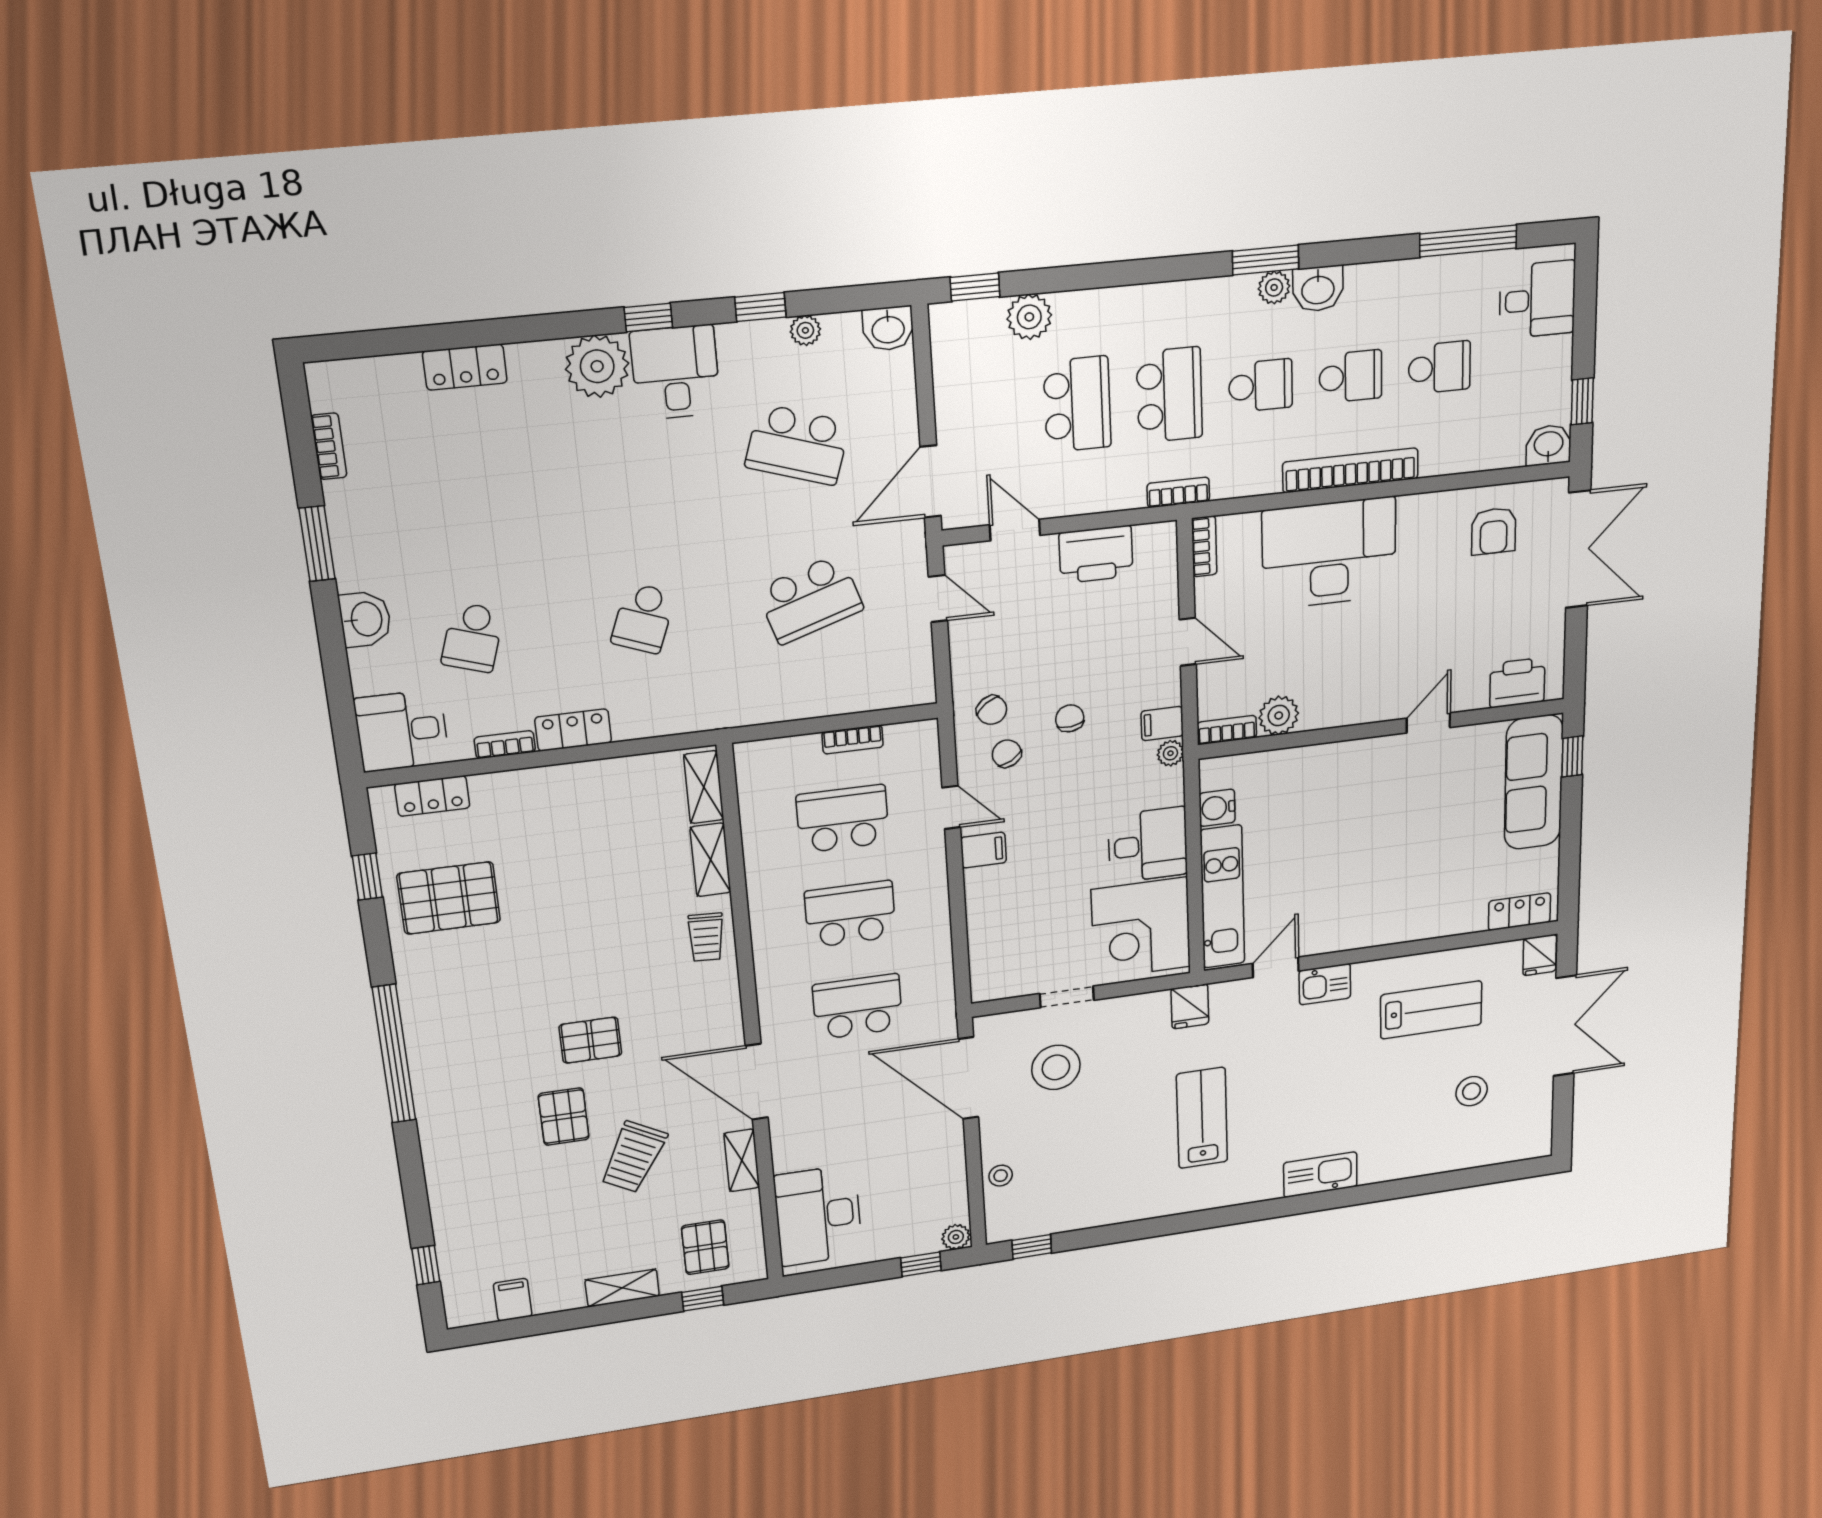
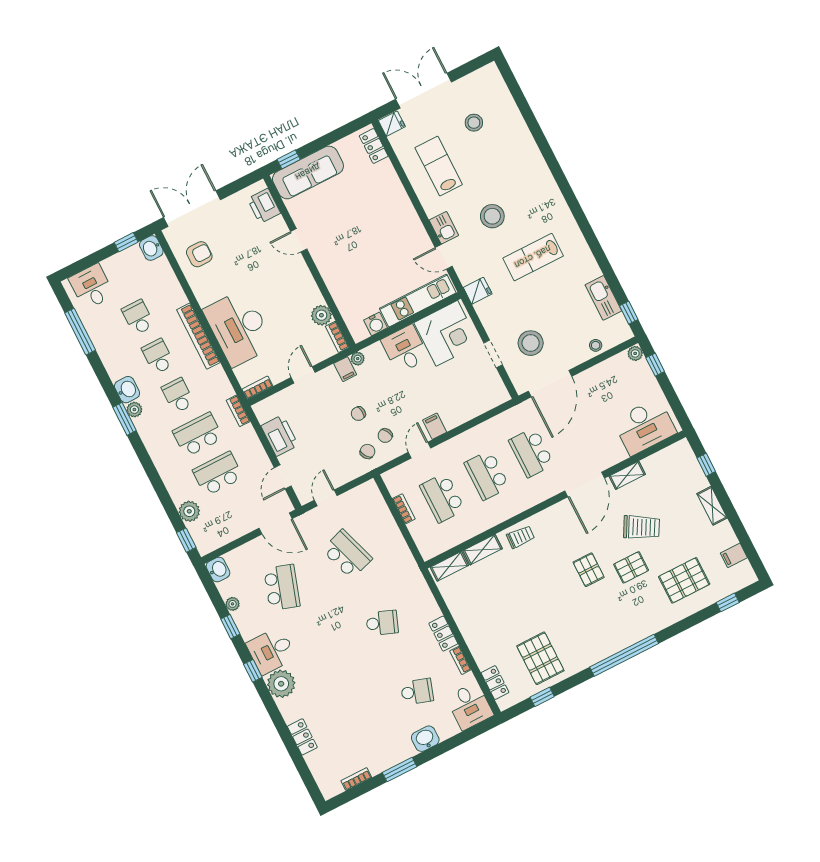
stool: (1304, 1072) -> (492, 216), added
kitchen sink: (1320, 1175) -> (603, 298), moved
pallet: (705, 1247) -> (684, 580), moved, width x1.50, depth x1.42

